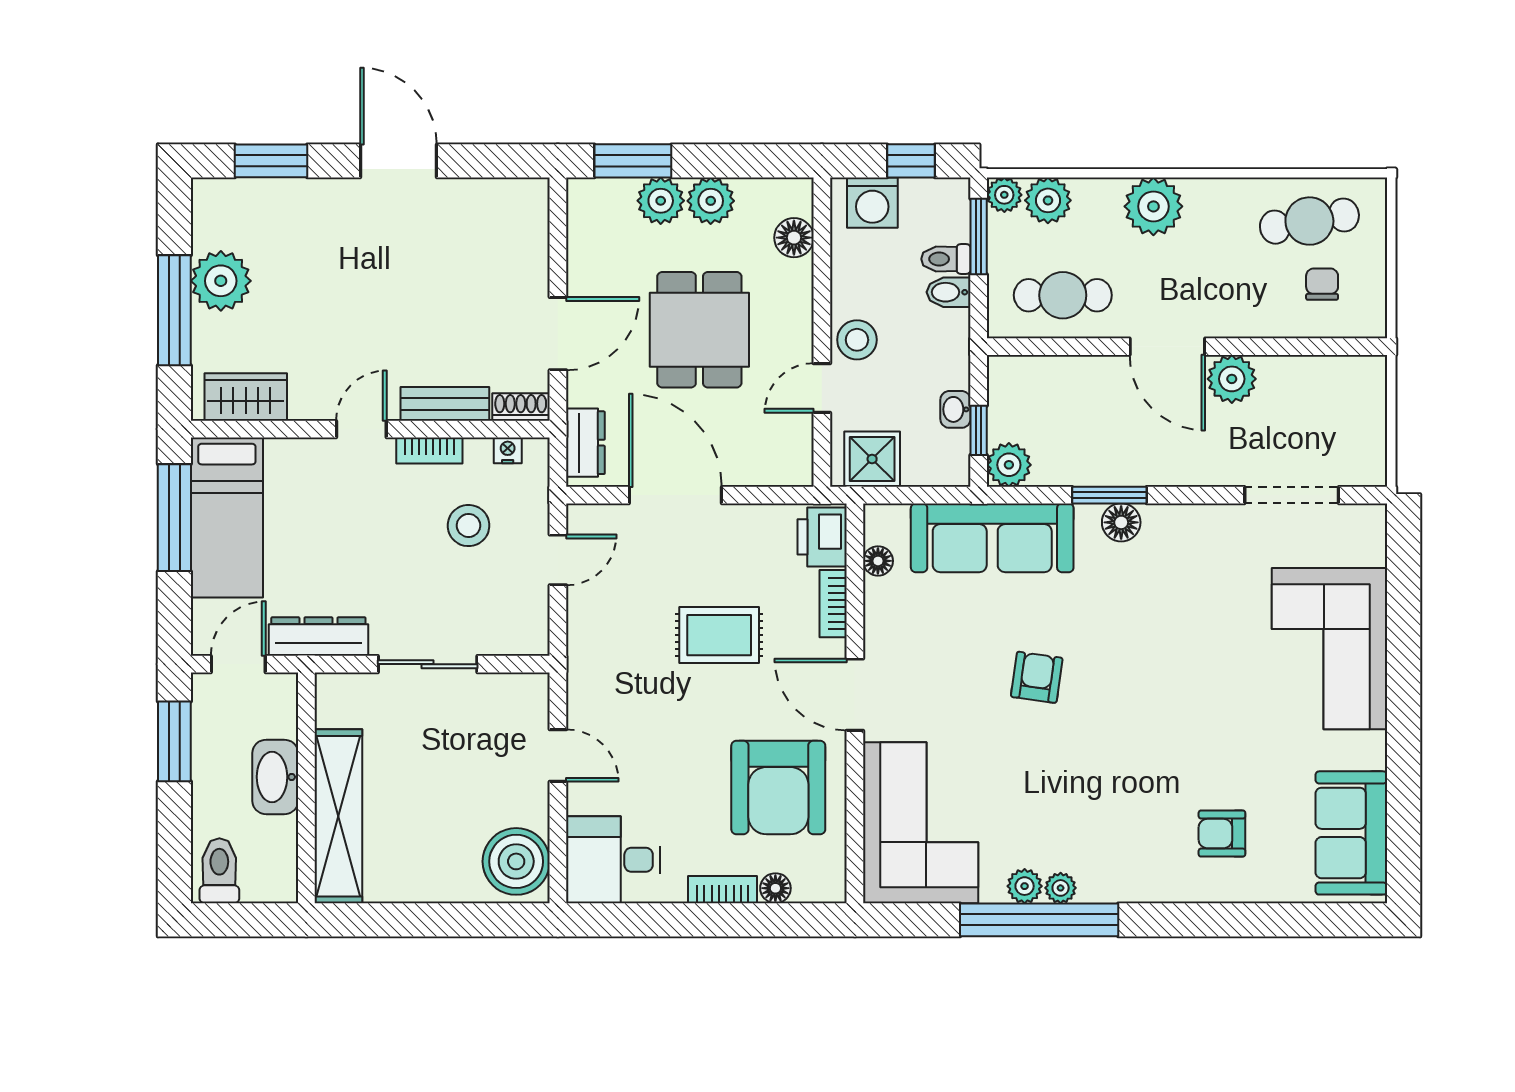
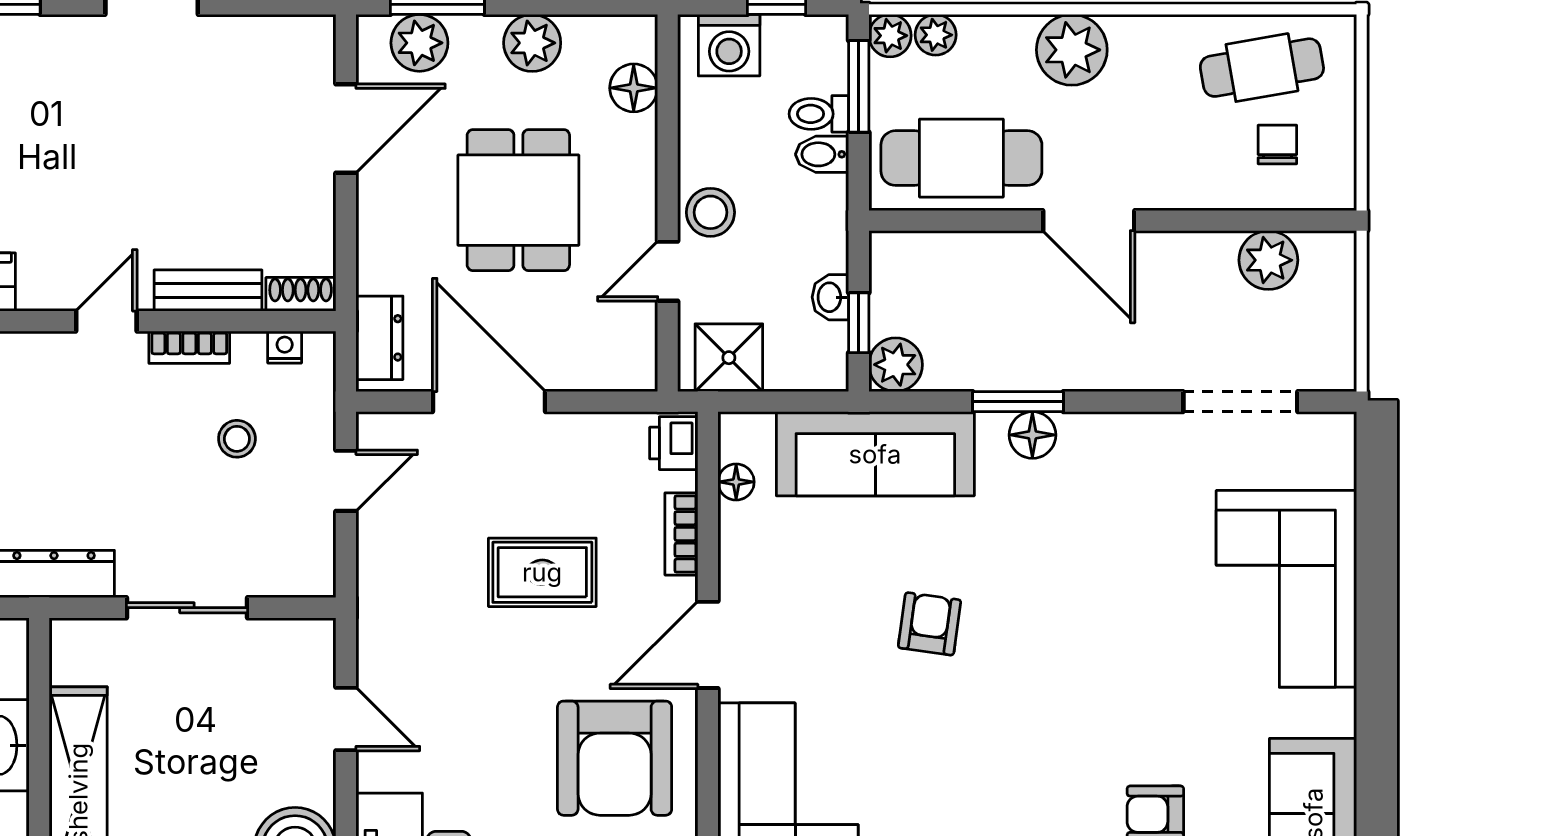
plant: (1048, 200) -> (936, 35), width x0.73, depth x0.73
plant: (661, 201) -> (419, 43), moved
cafe table: (1063, 295) -> (961, 158), width x1.37, depth x1.35
door: (558, 334) -> (346, 129), moved
plant: (1232, 379) -> (1268, 260), moved
stool: (469, 526) -> (237, 439), width x0.73, depth x0.73
printer: (822, 537) -> (674, 443), width x0.73, depth x0.81
door: (855, 695) -> (708, 645), hinge flipped

